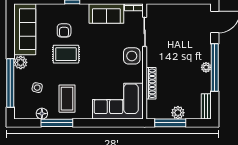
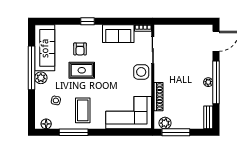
window: (10, 83) -> (31, 68), moved
plant: (178, 113) -> (165, 123), moved
floor lamp: (42, 114) -> (46, 124), moved

